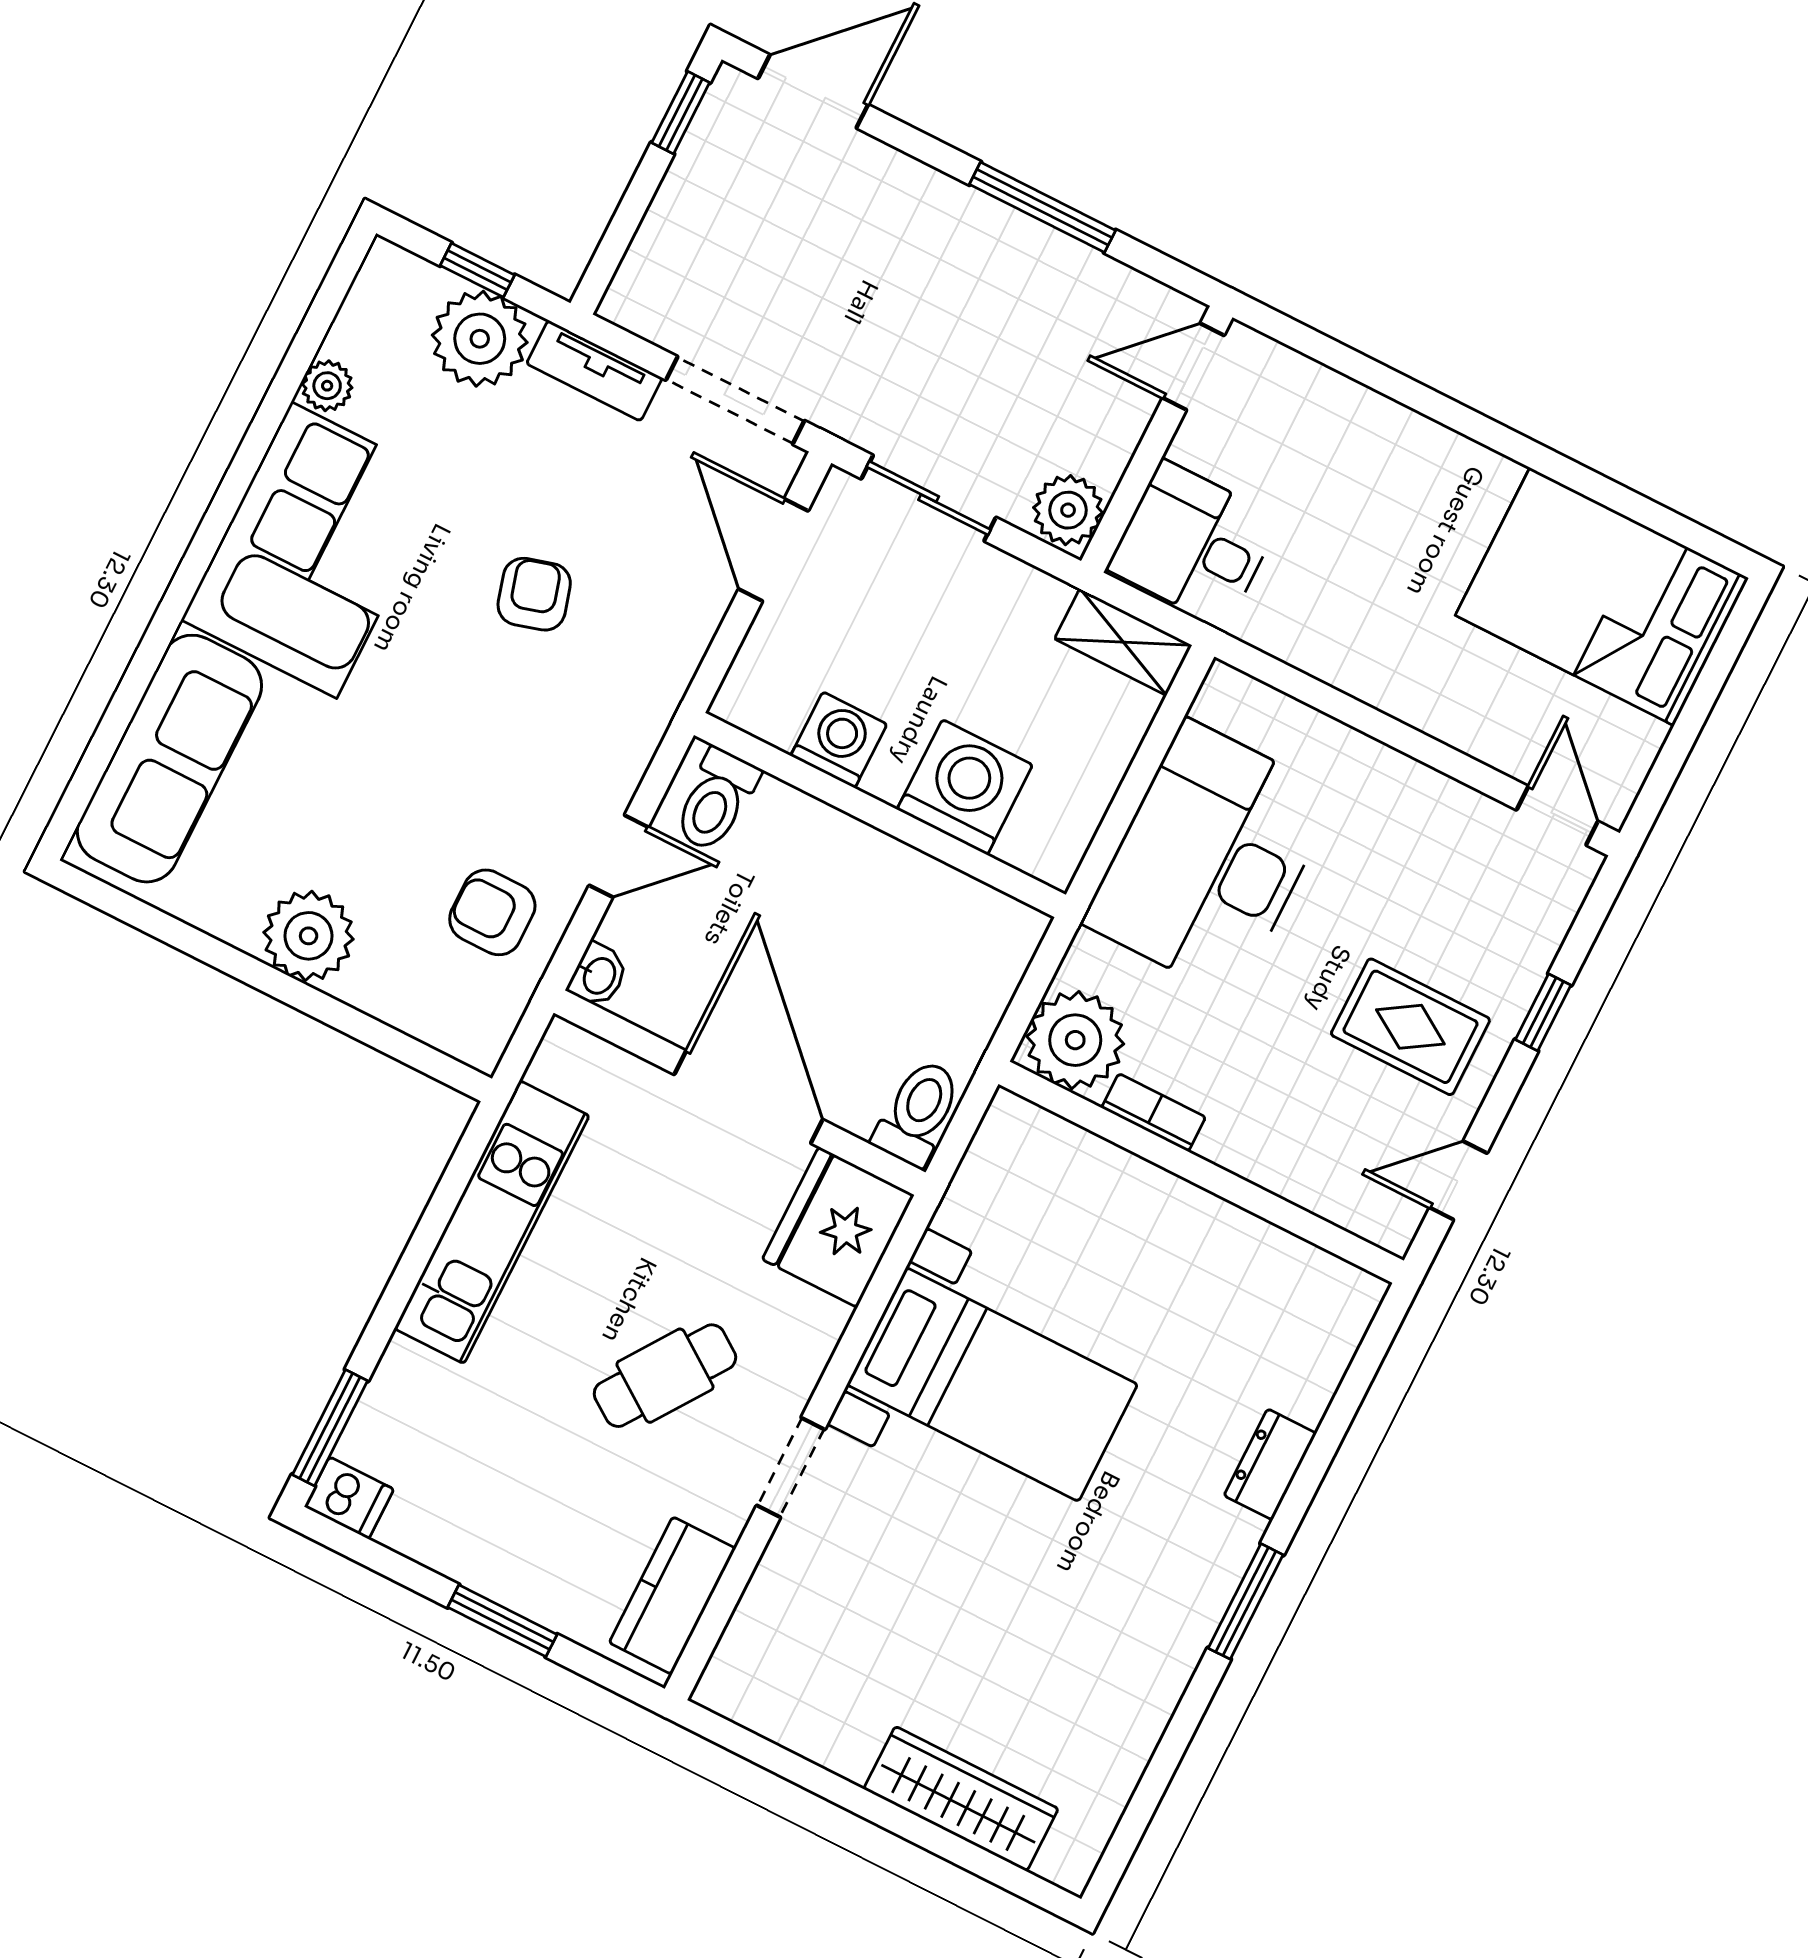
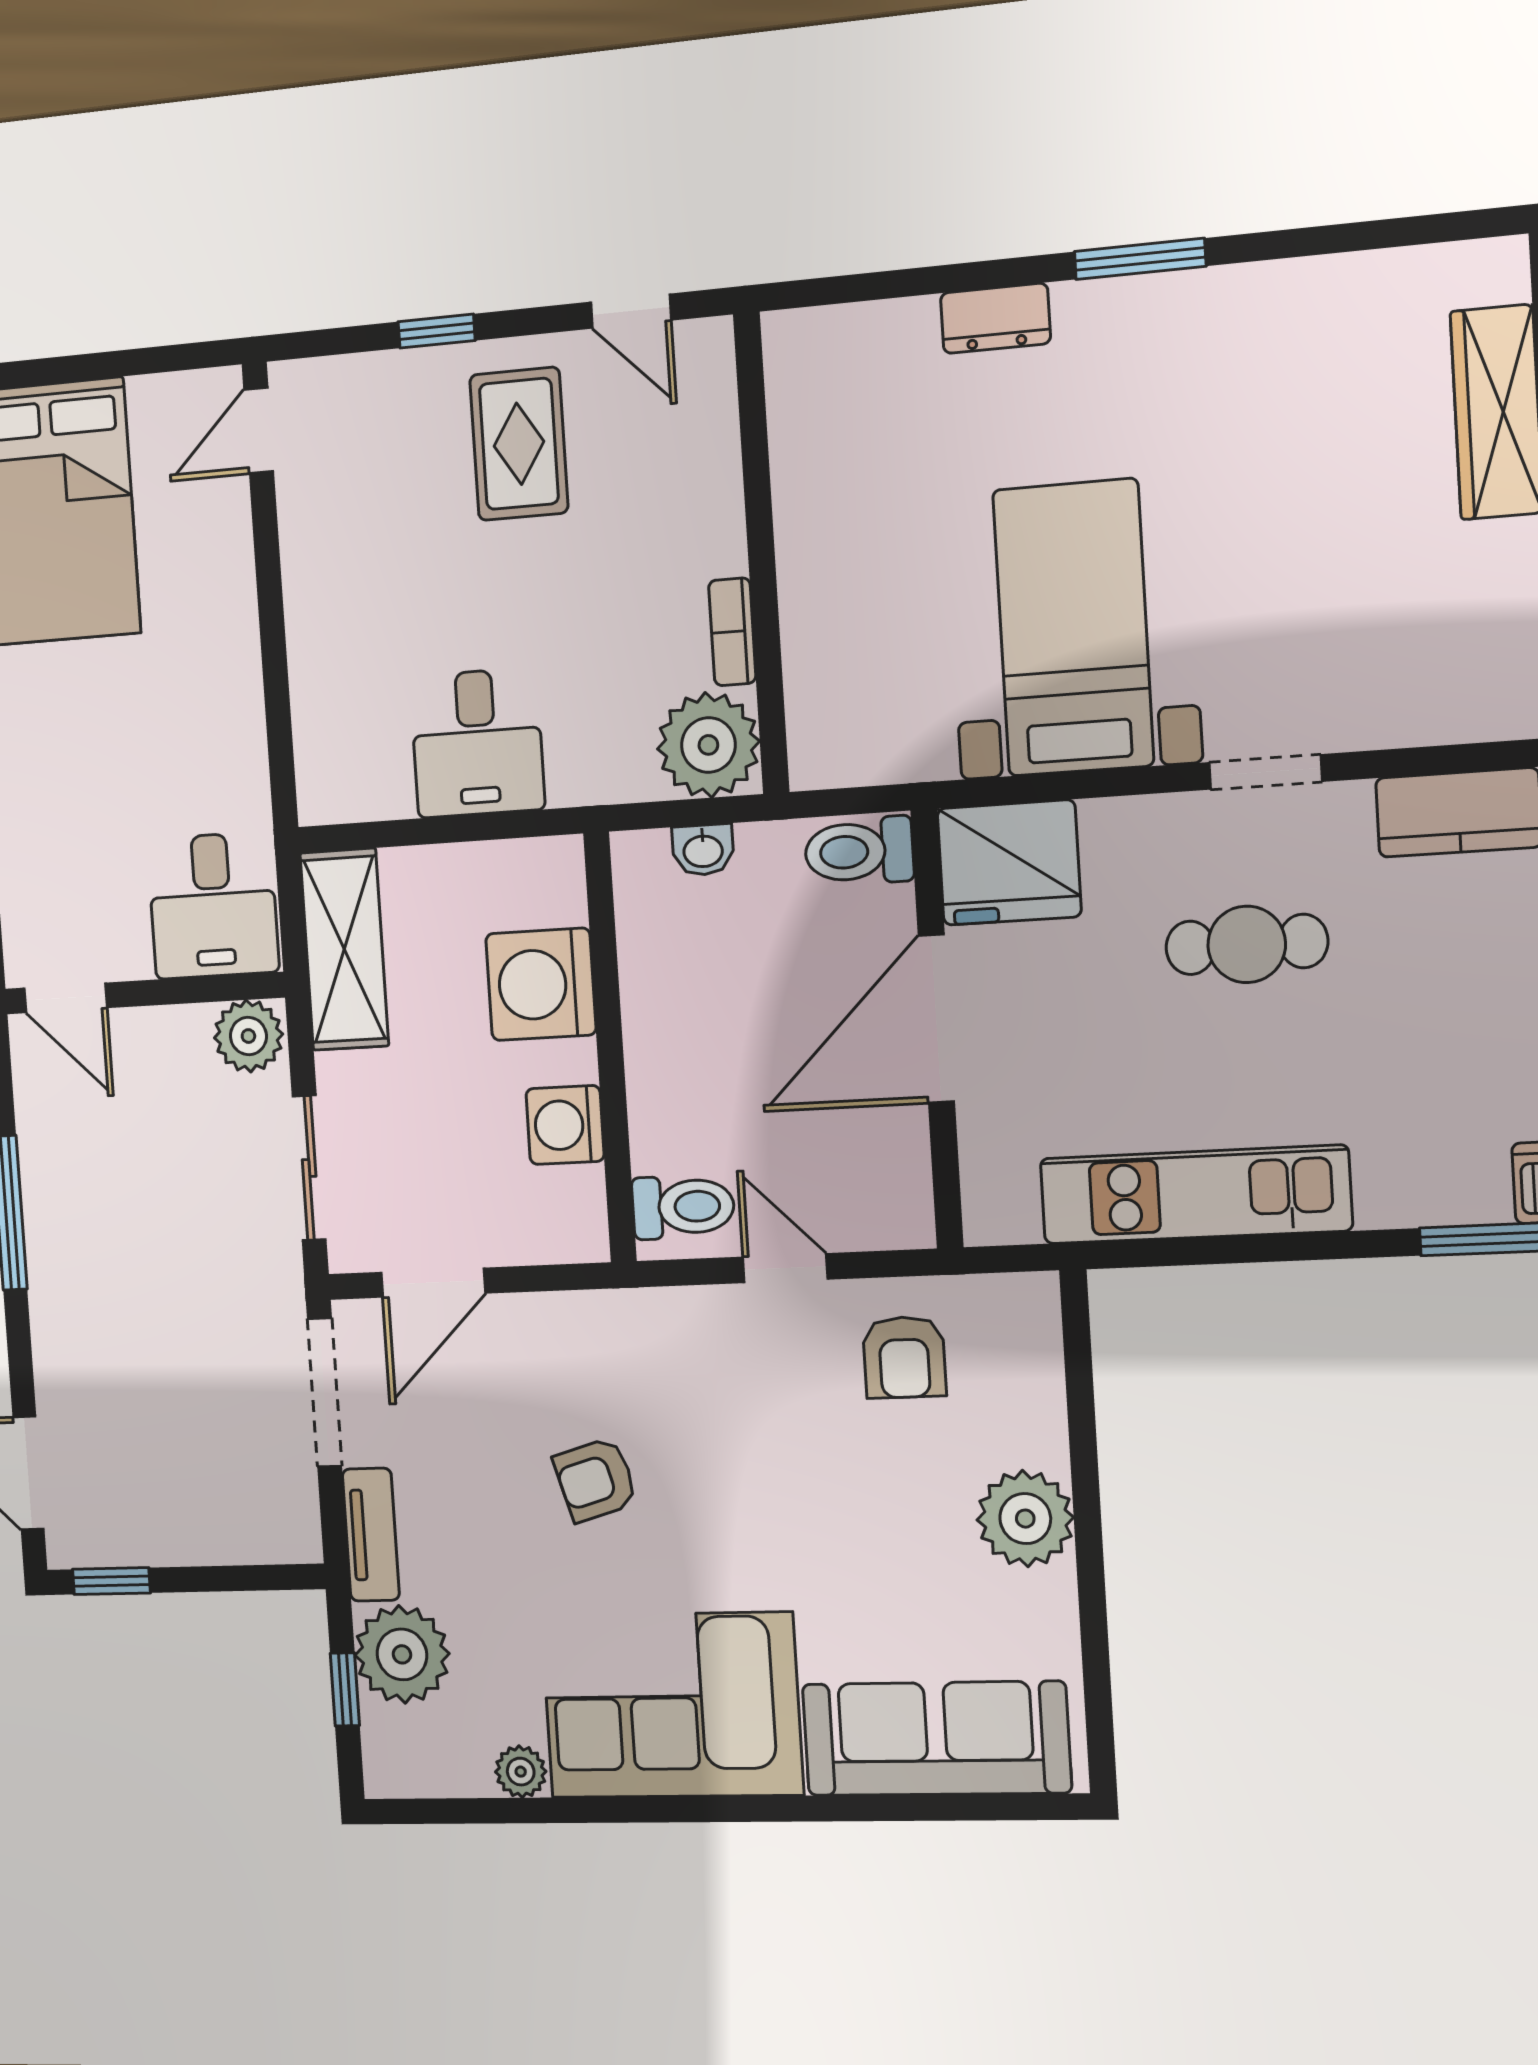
shelving: (1123, 642) -> (344, 949), width x1.50, depth x1.33
desk: (1210, 859) -> (477, 743), width x0.53, depth x0.77
washbasin: (598, 975) -> (703, 850), moved, turned 180
cafe table: (665, 1376) -> (1247, 944), turned -35

